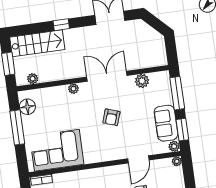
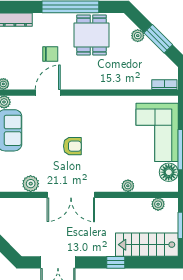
plant: (73, 89) -> (128, 186), moved
armchair: (111, 117) -> (72, 146), turned 71
corner sofa: (57, 150) -> (157, 132), moved, turned 90

